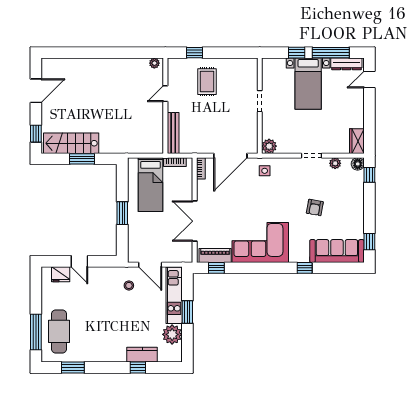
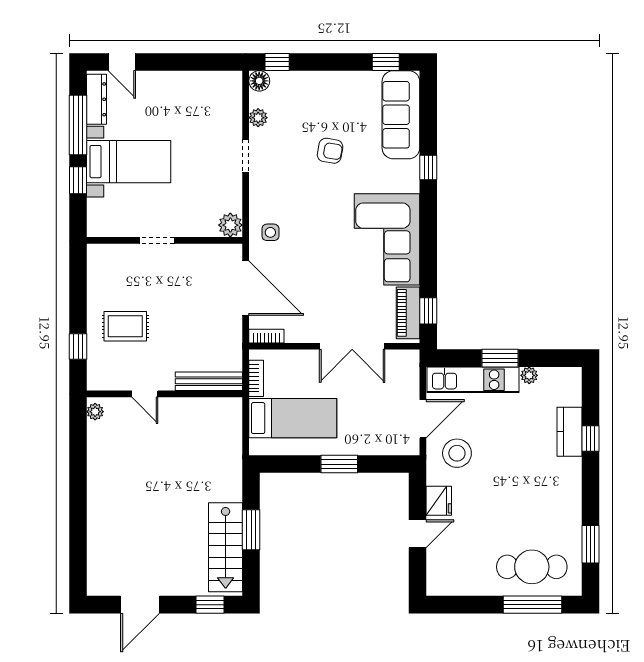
door: (36, 91) -> (140, 605), swing flipped
wardrobe: (357, 141) -> (222, 82), removed
fridge: (61, 274) -> (439, 501), moved
stool: (129, 285) -> (457, 453), width x1.89, depth x1.89
plant: (172, 334) -> (529, 375), width x0.53, depth x0.53

